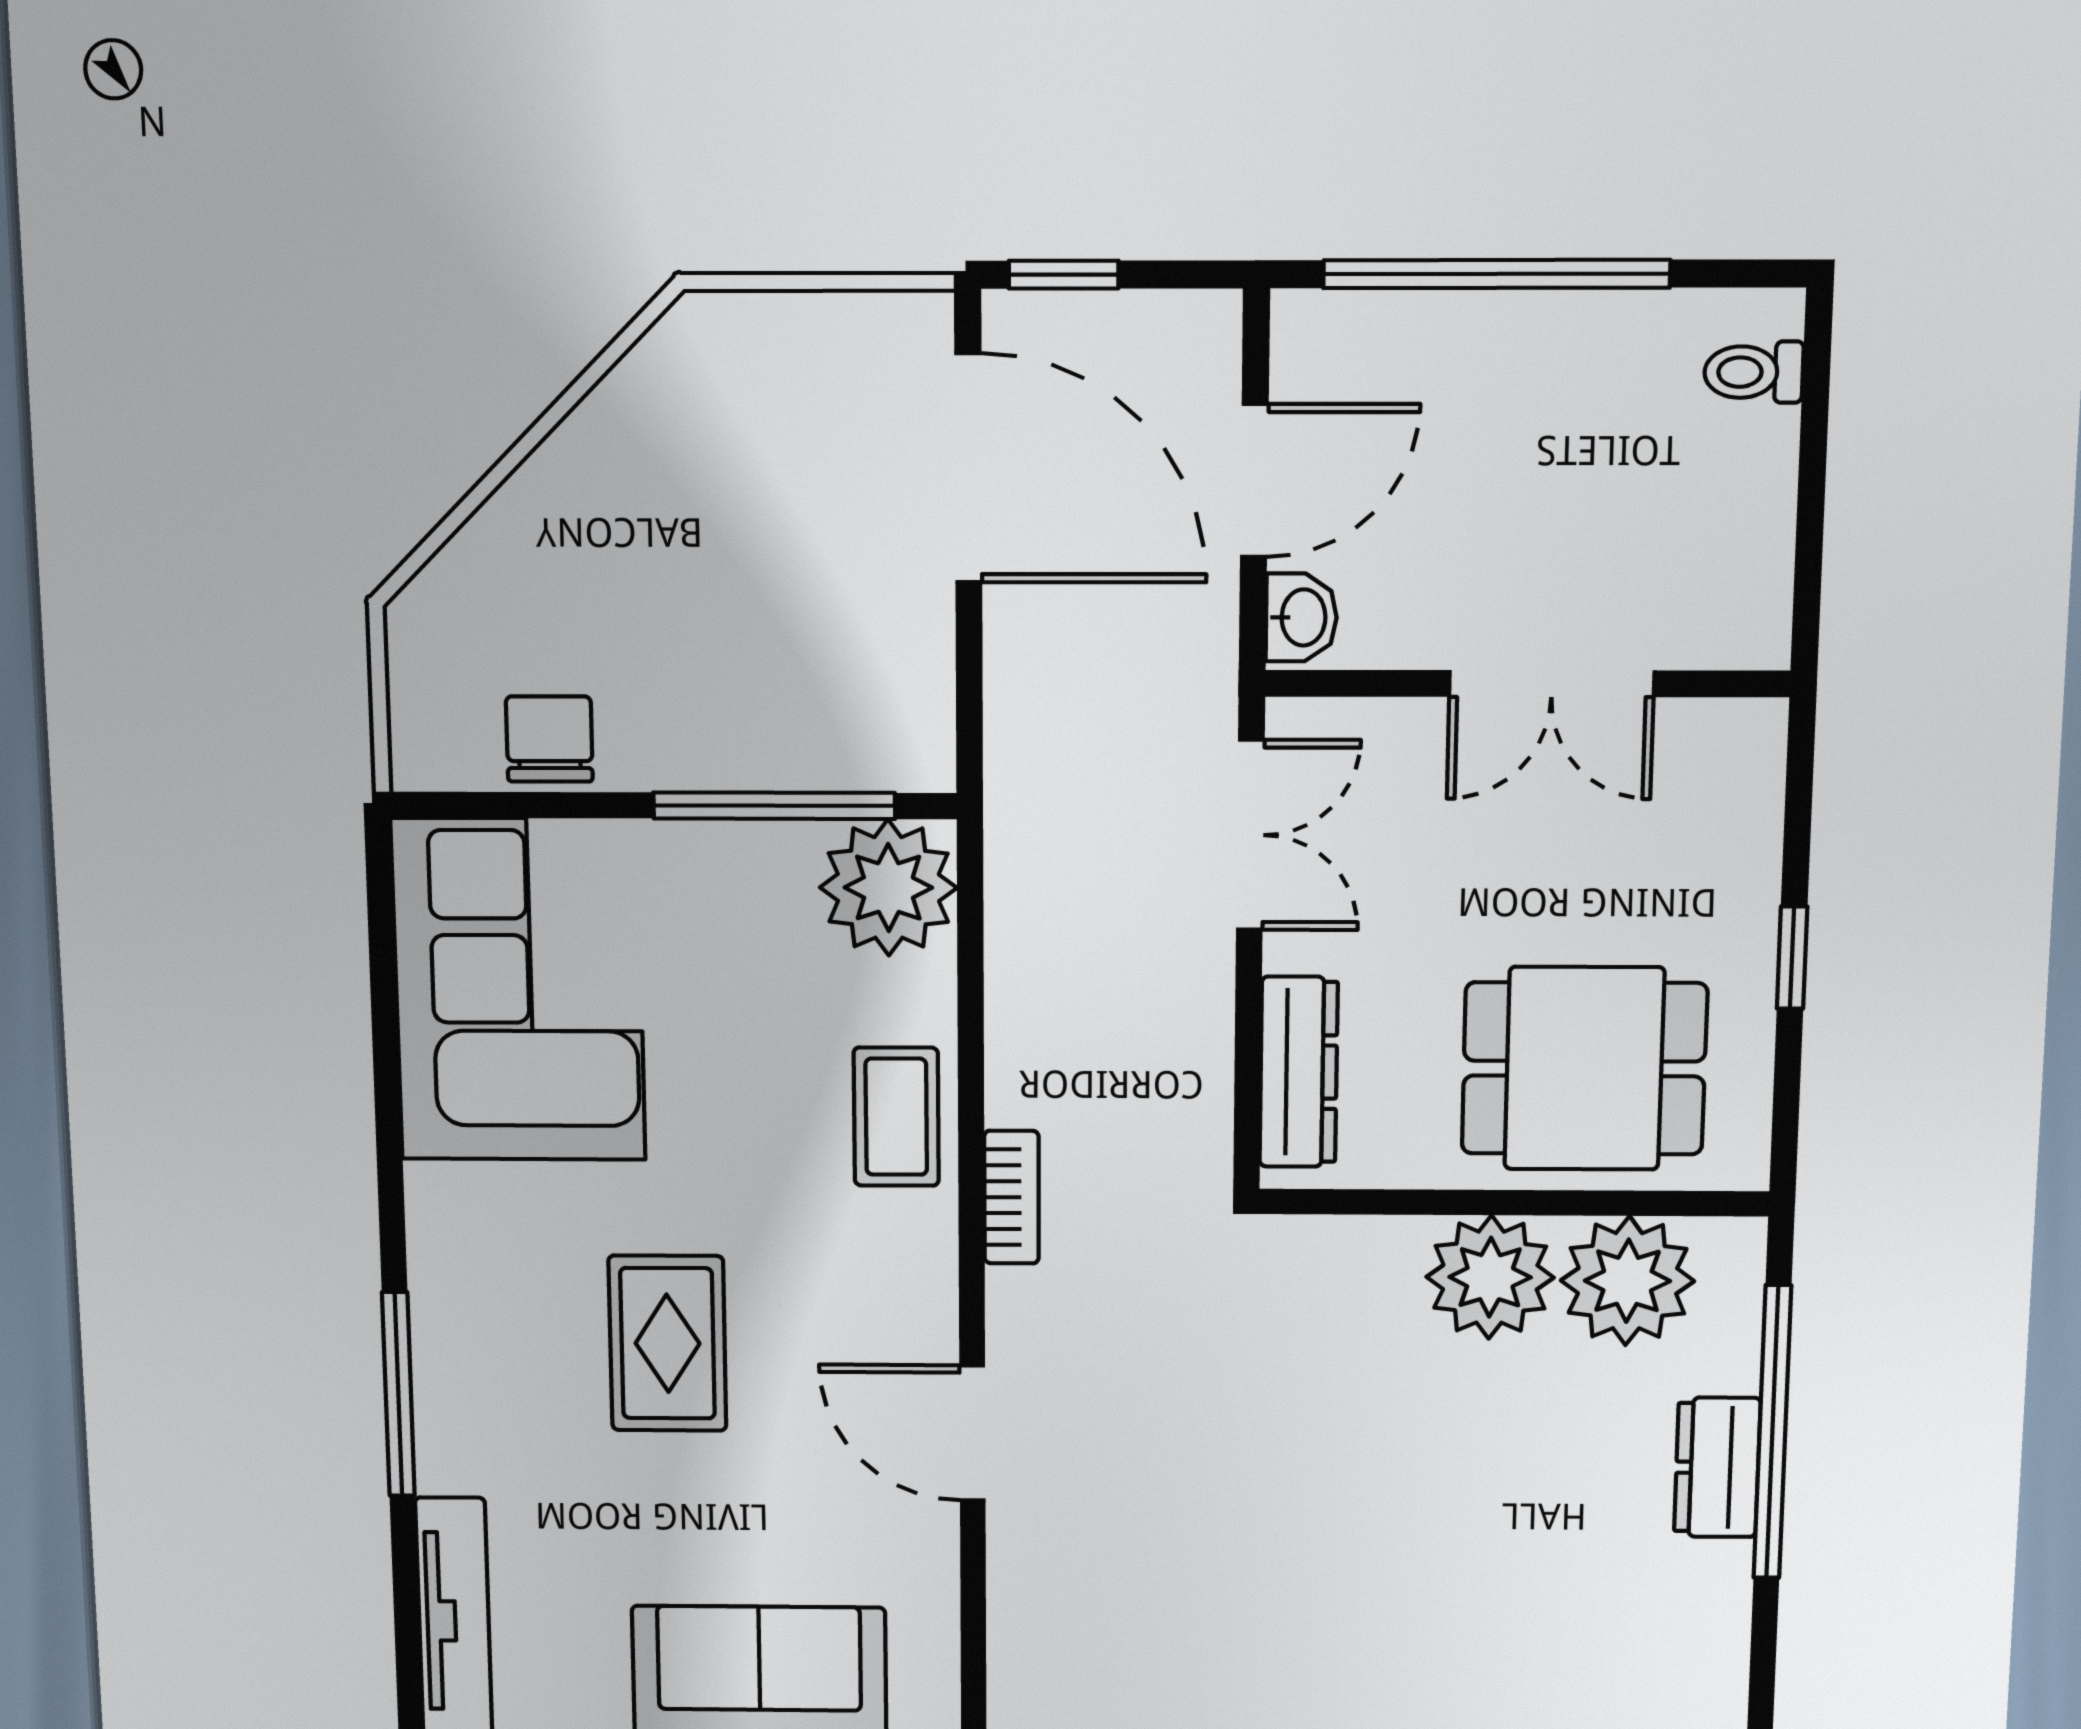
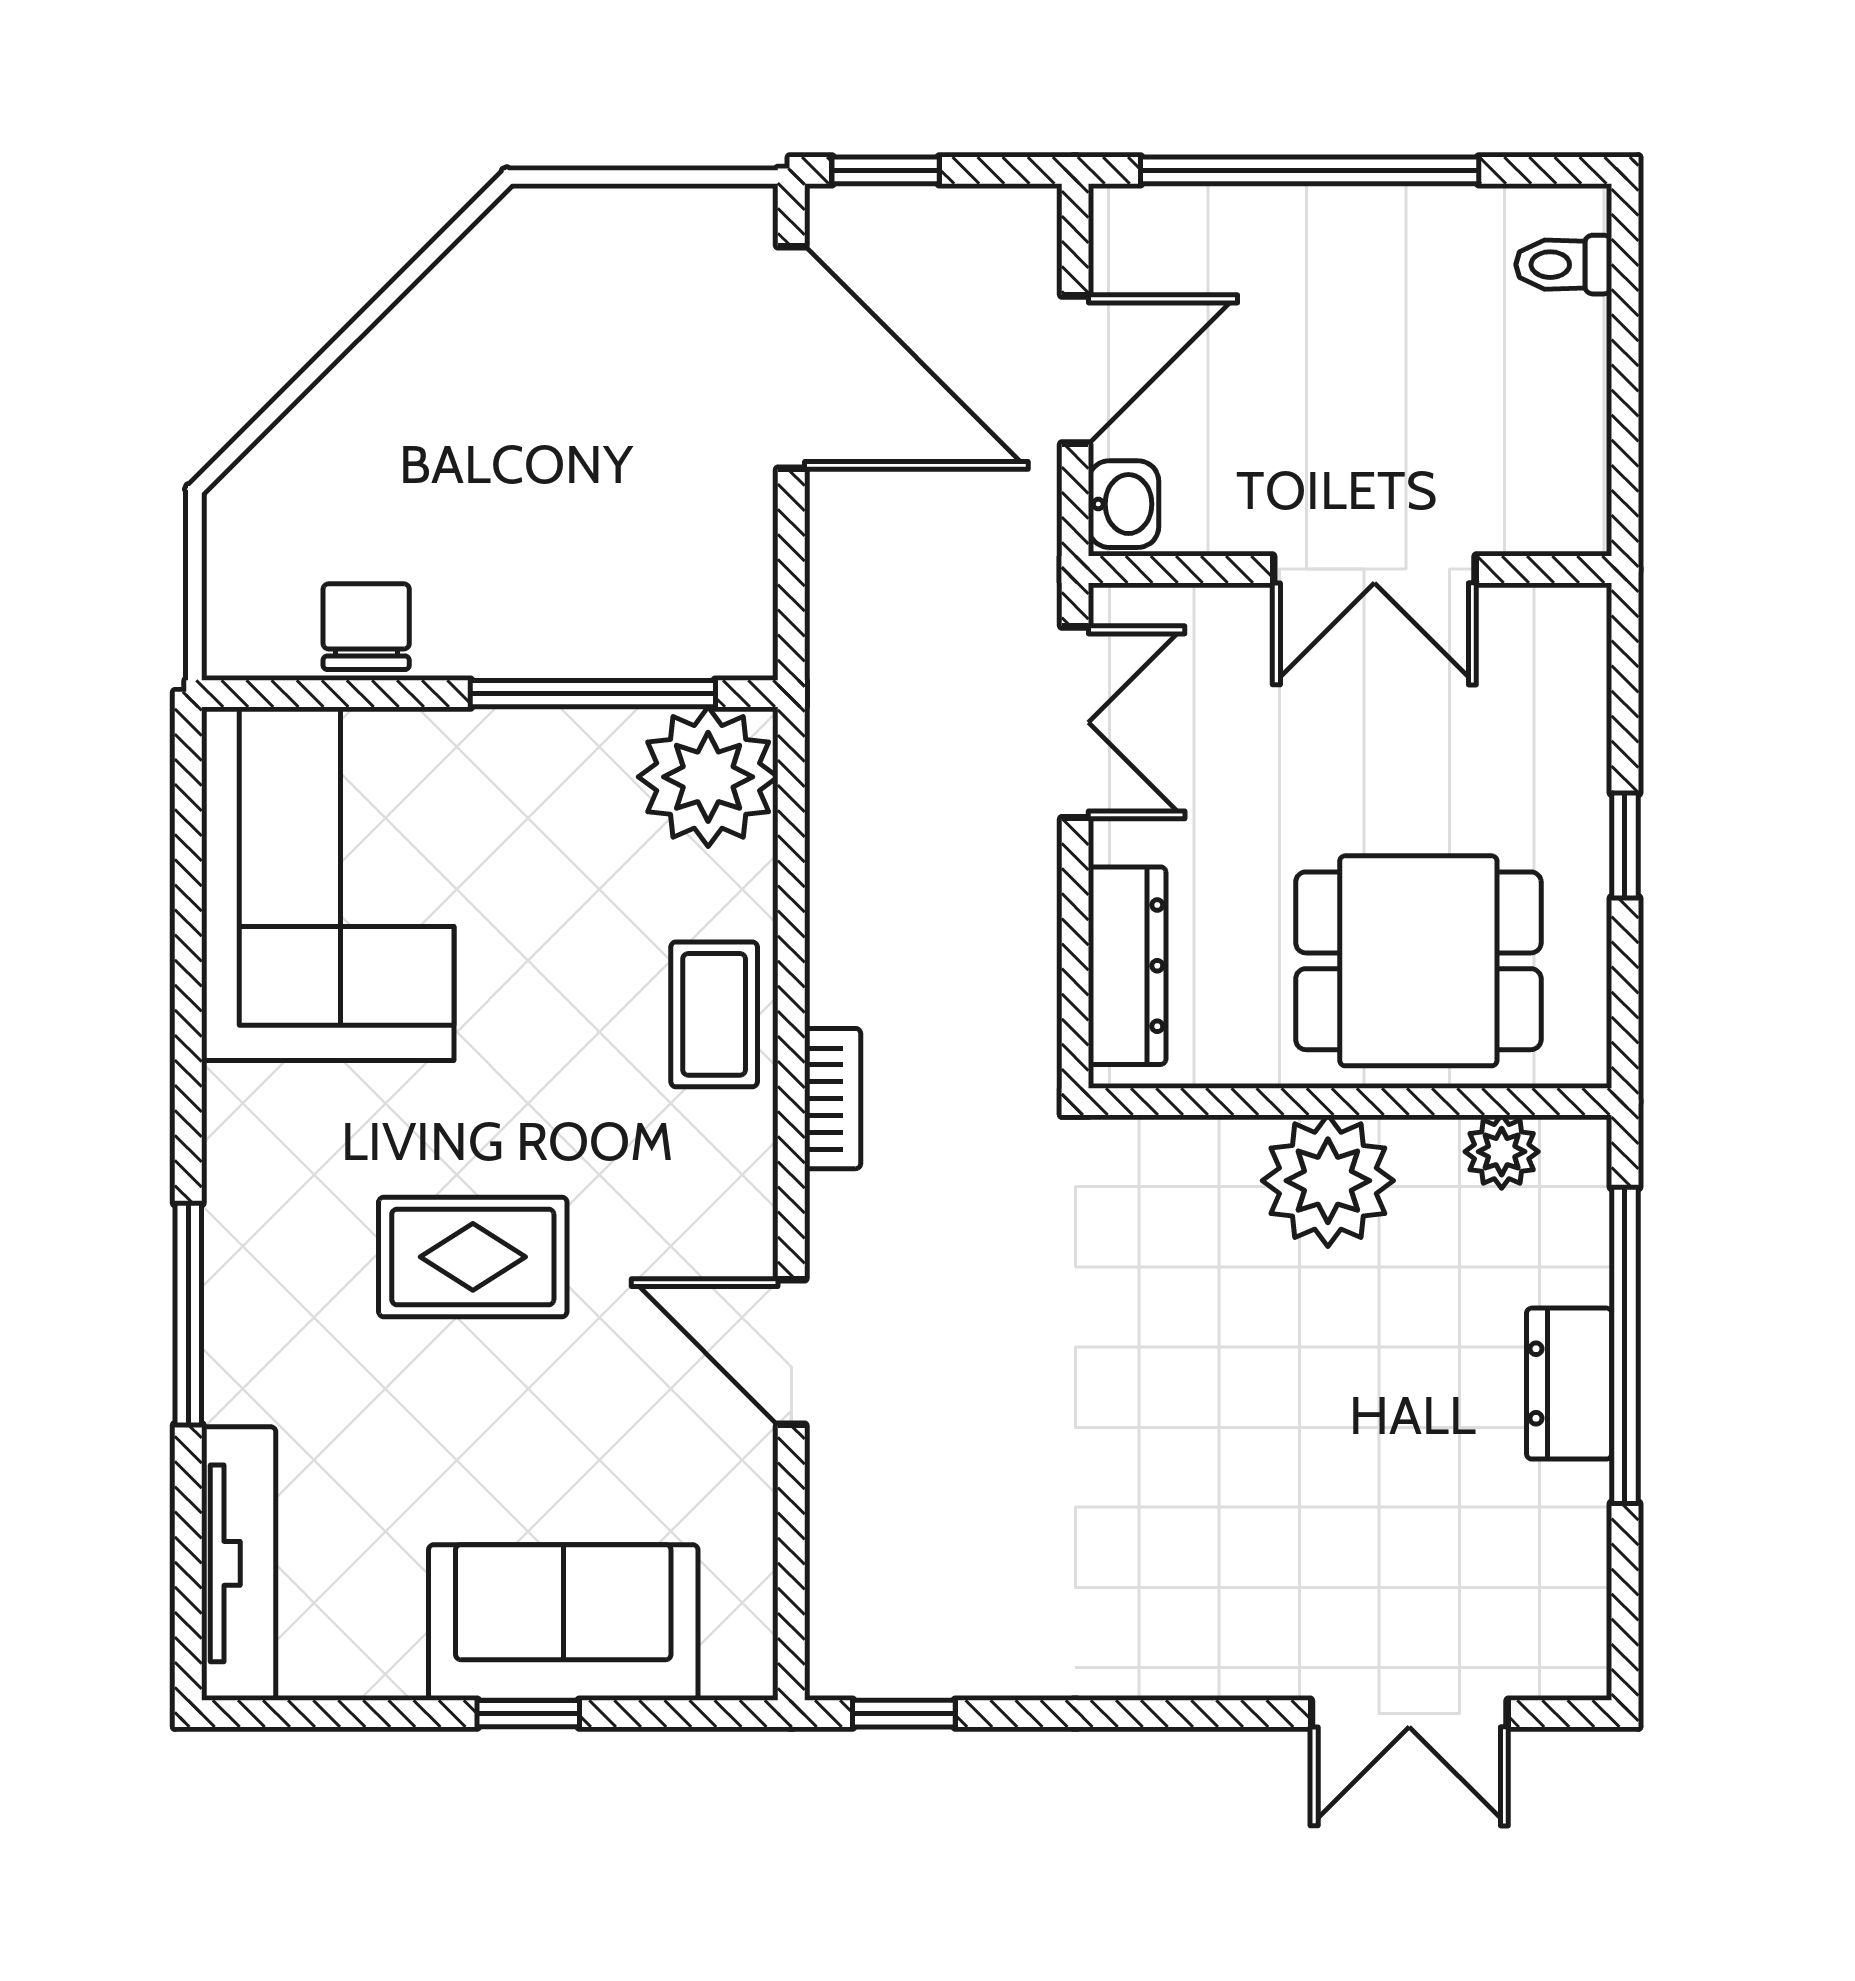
plant: (1627, 1281) -> (1502, 1152), width x0.53, depth x0.53
rug: (668, 1343) -> (473, 1257), turned 90

